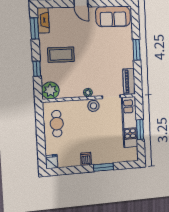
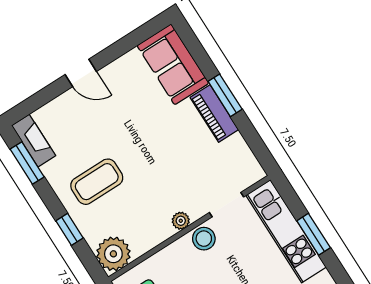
sofa: (113, 16) -> (173, 64), moved, turned 90
piano: (129, 82) -> (214, 114), moved

